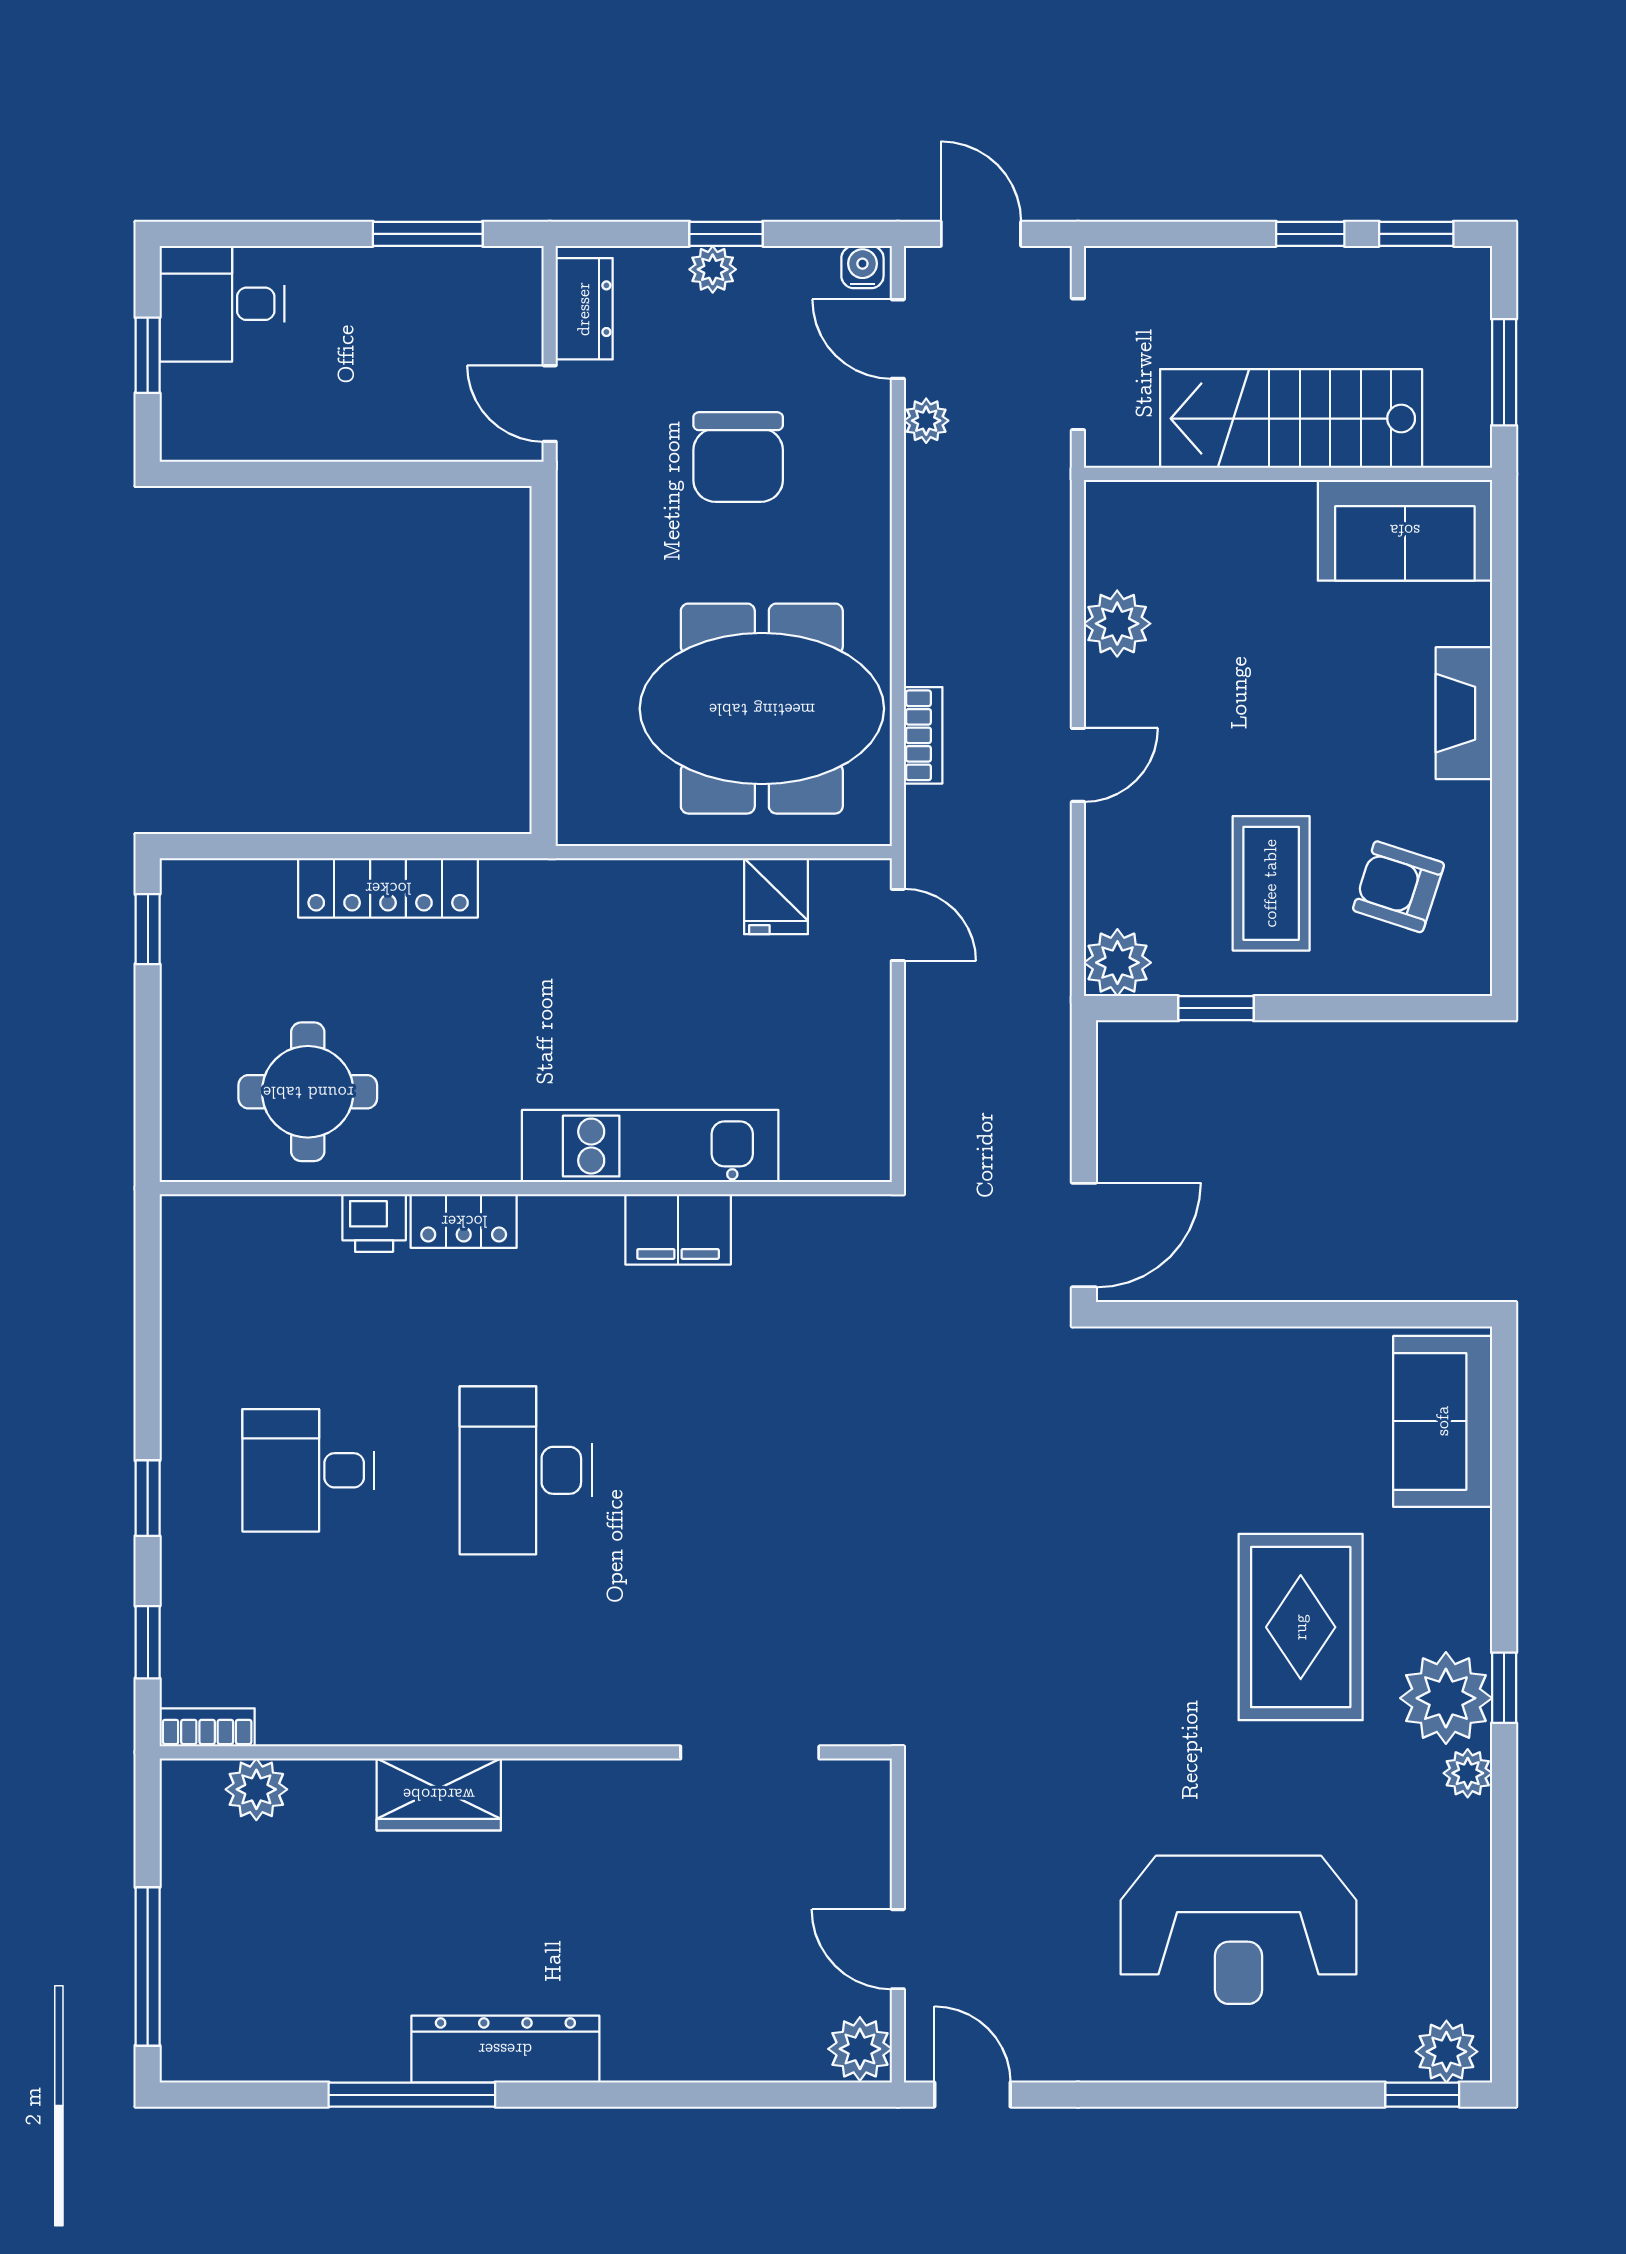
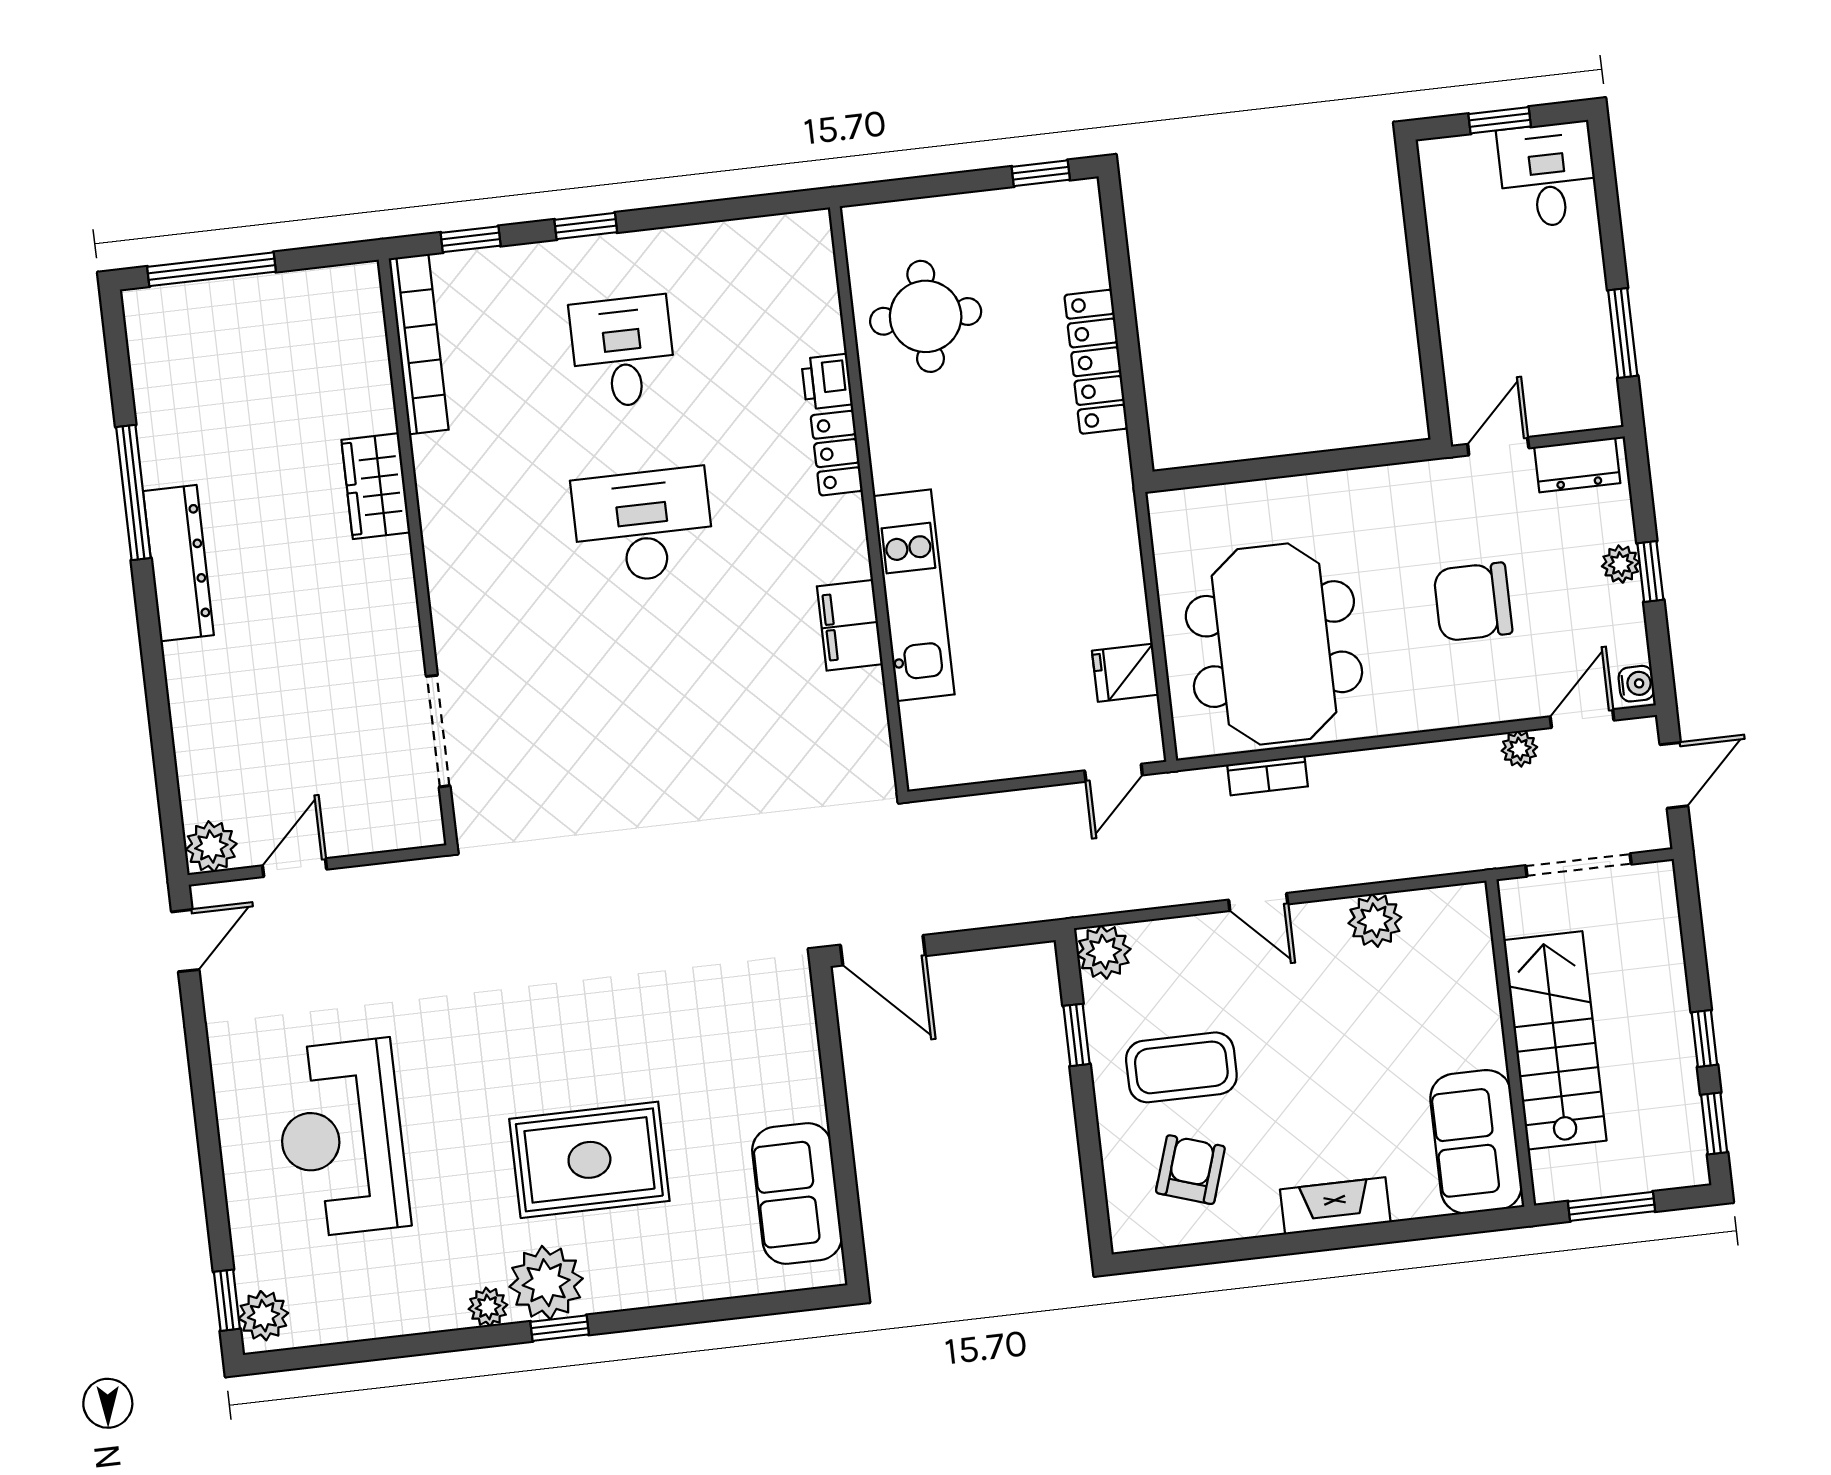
sofa: (1443, 1421) -> (797, 1194), moved, turned -90
bookcase: (207, 1727) -> (419, 344), width x2.31, depth x1.31
plant: (256, 1789) -> (363, 340), removed

